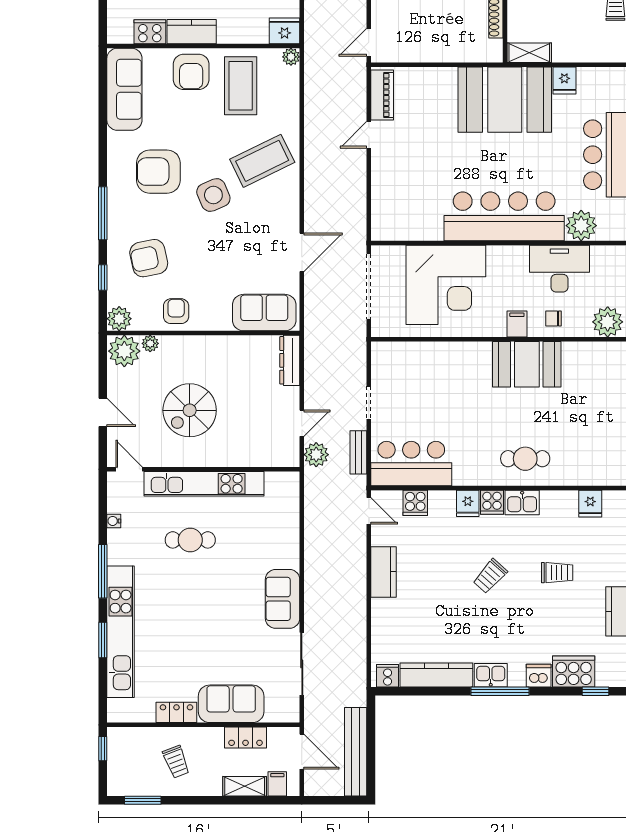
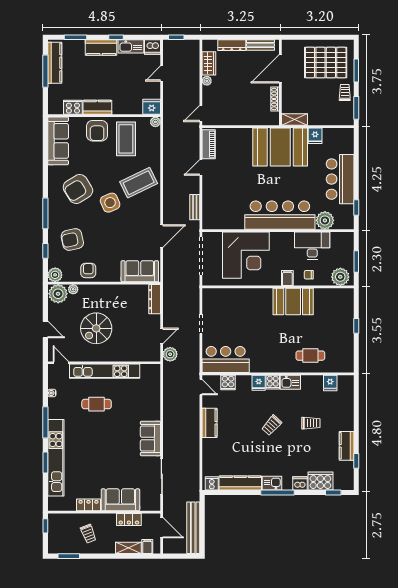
armchair: (158, 172) -> (78, 189), turned -32
bench: (358, 452) -> (195, 207), moved
cafe table: (525, 459) -> (310, 356), moved

